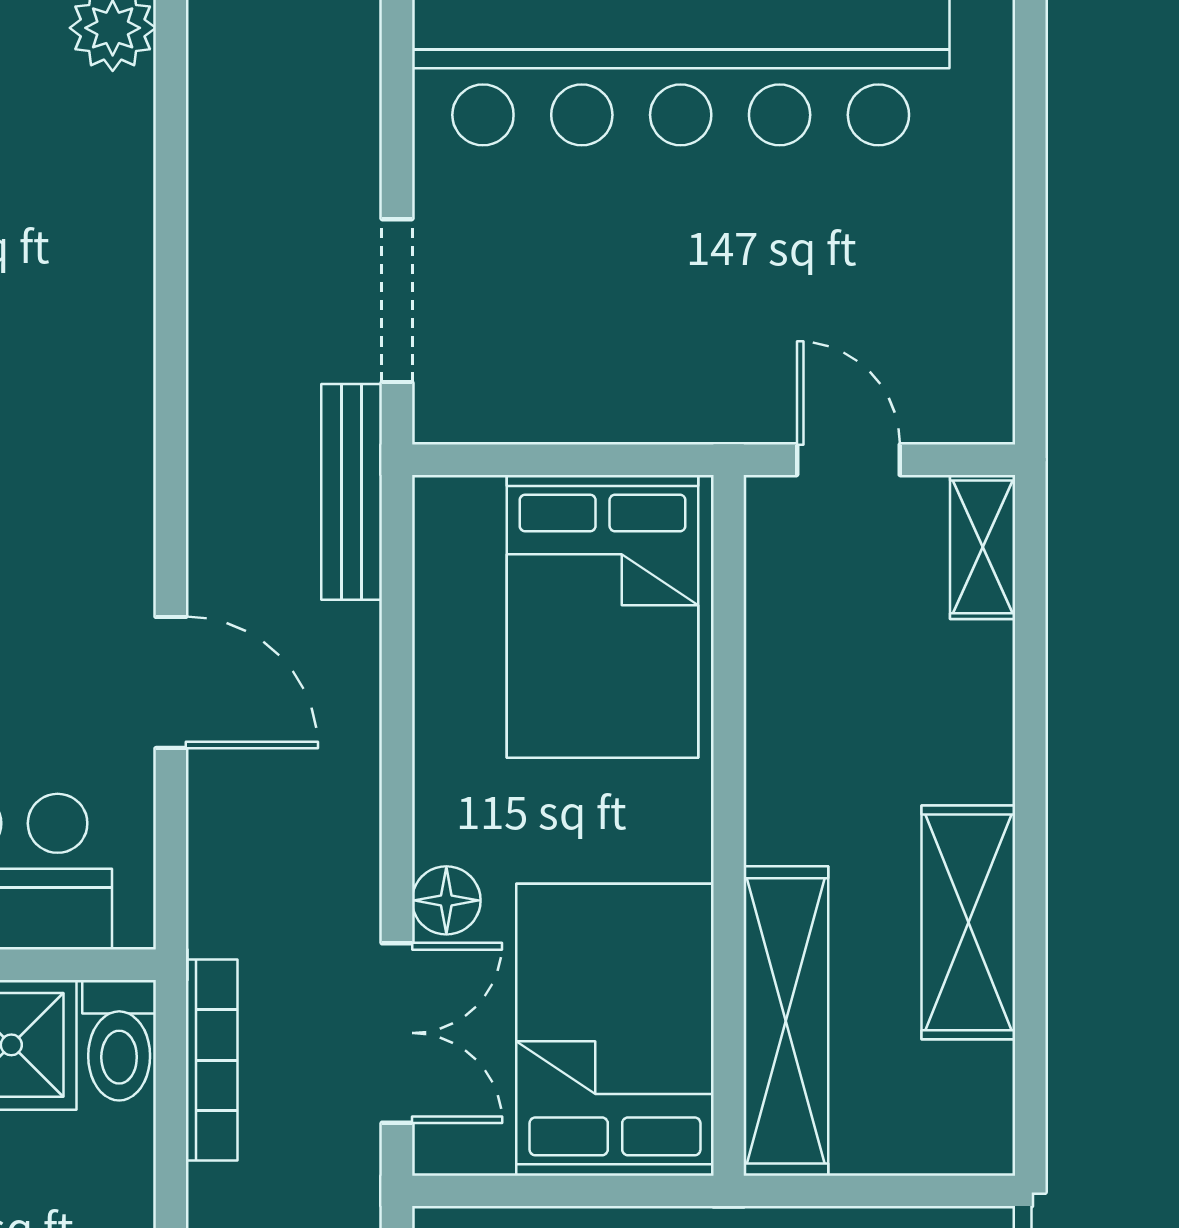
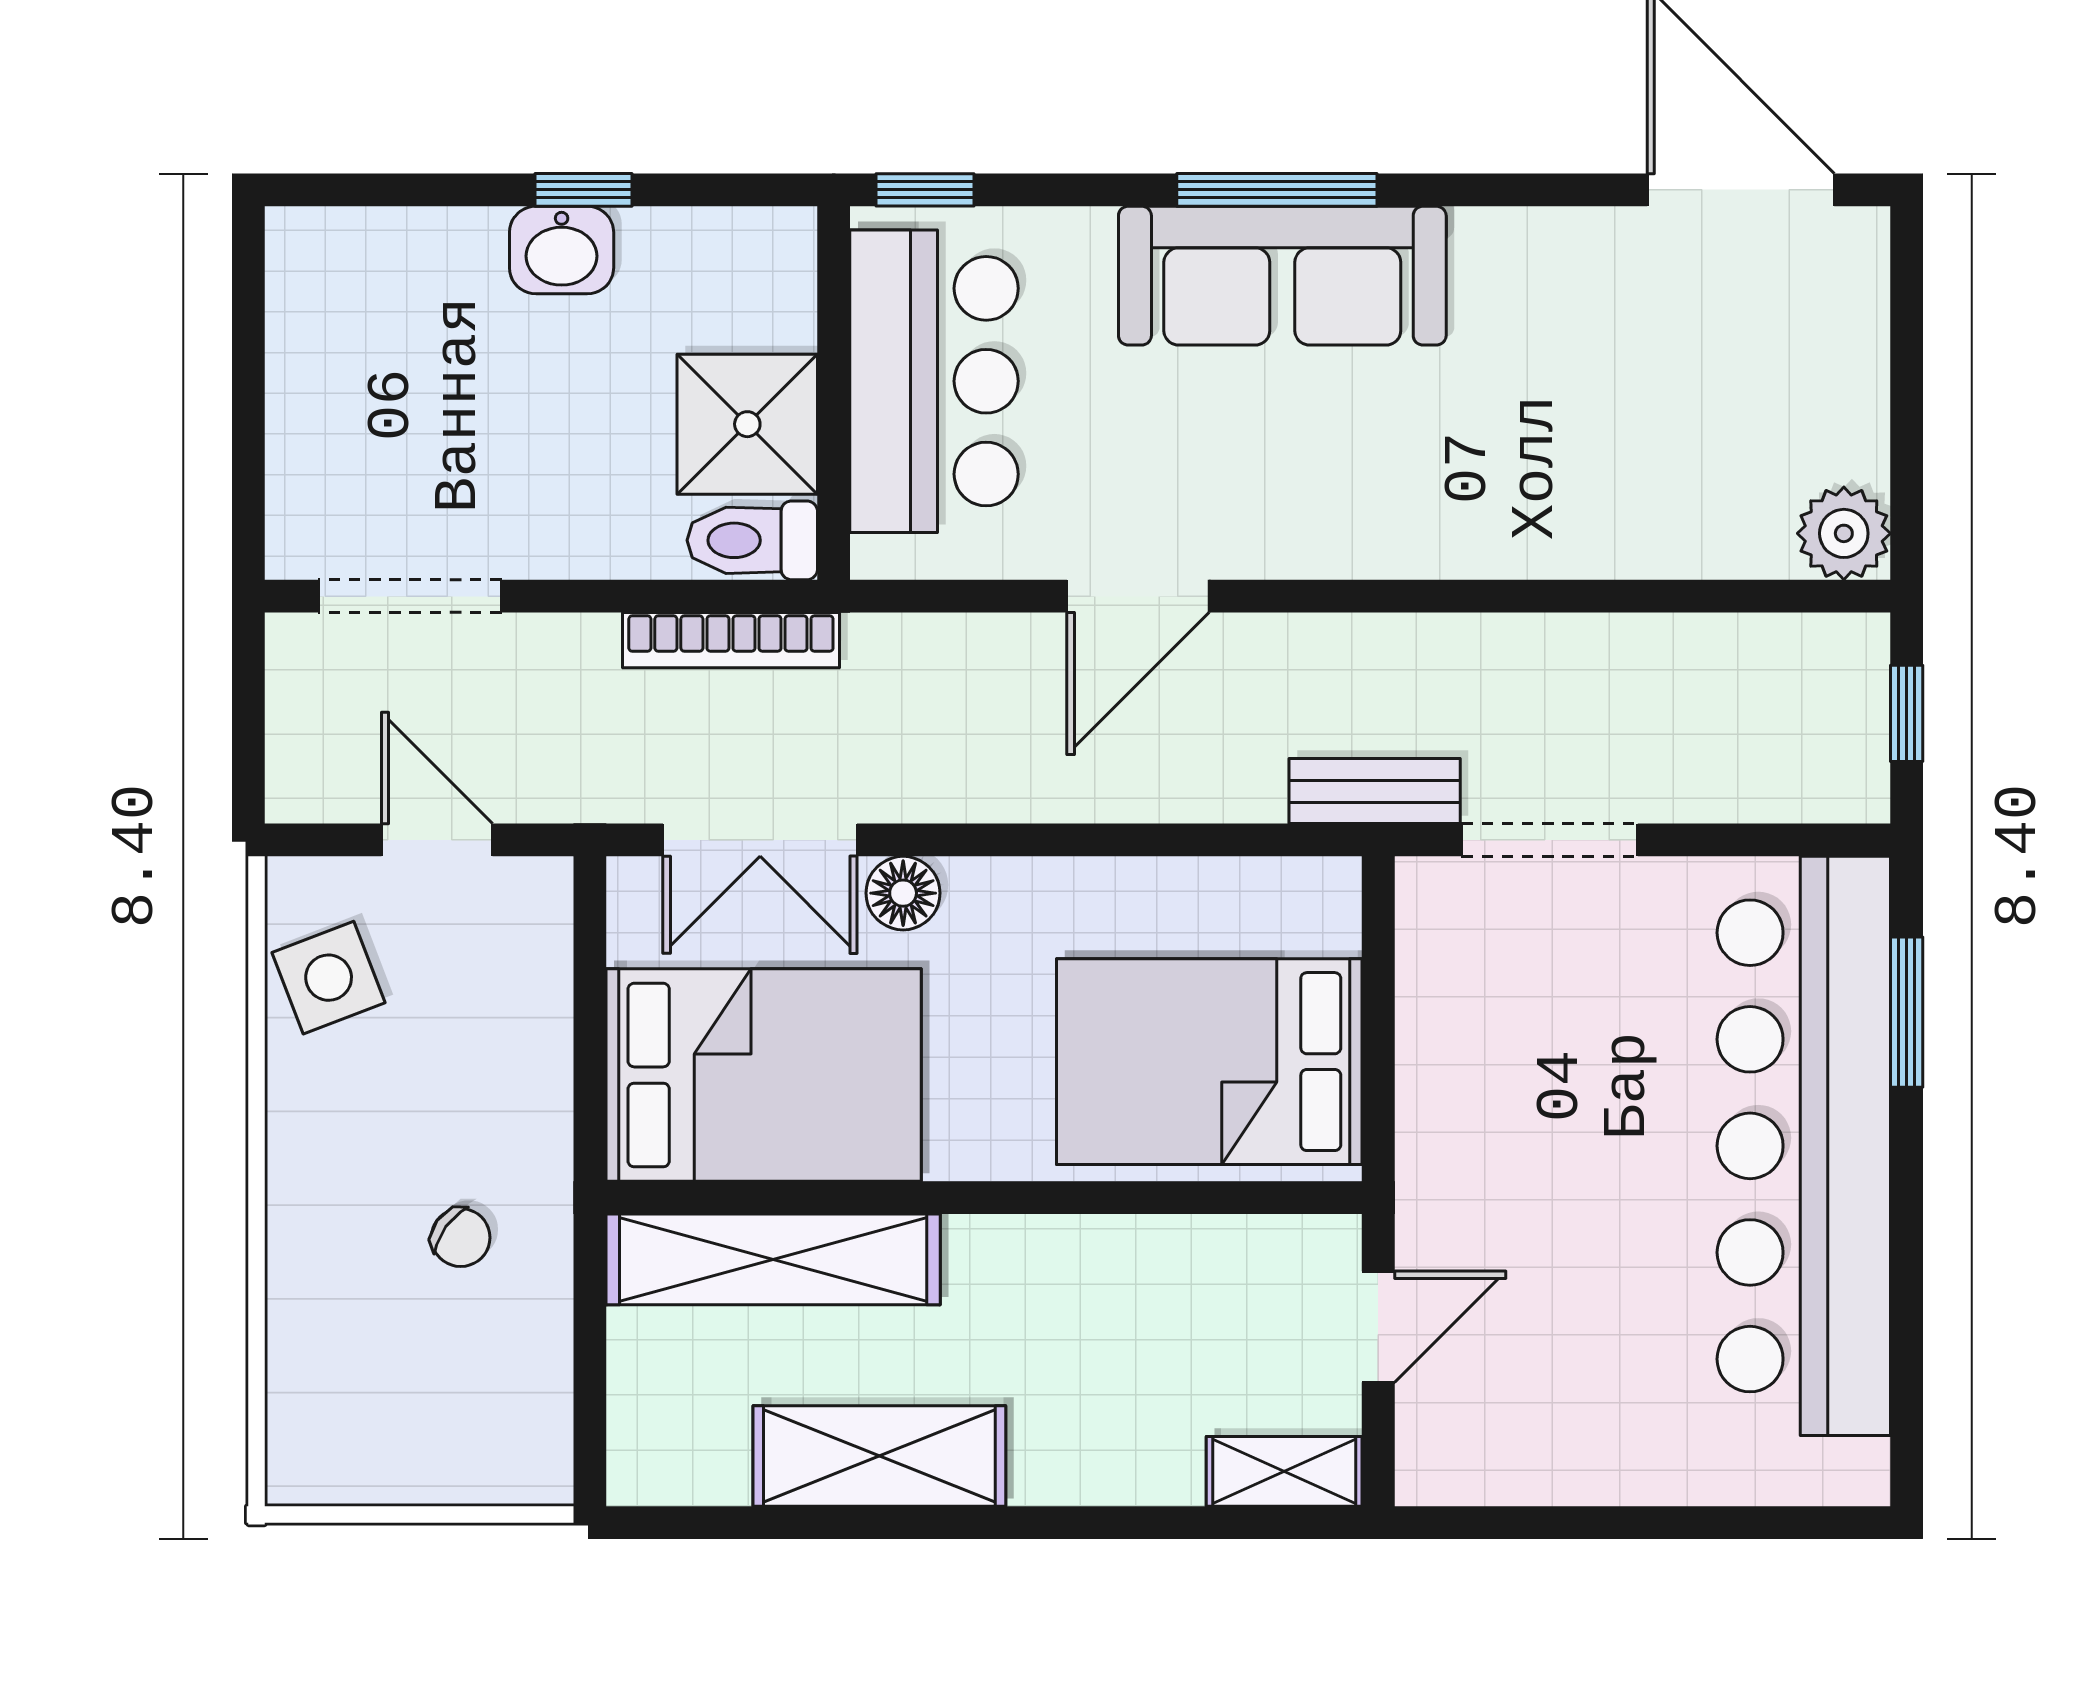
bench: (352, 492) -> (1375, 791), width x0.73

